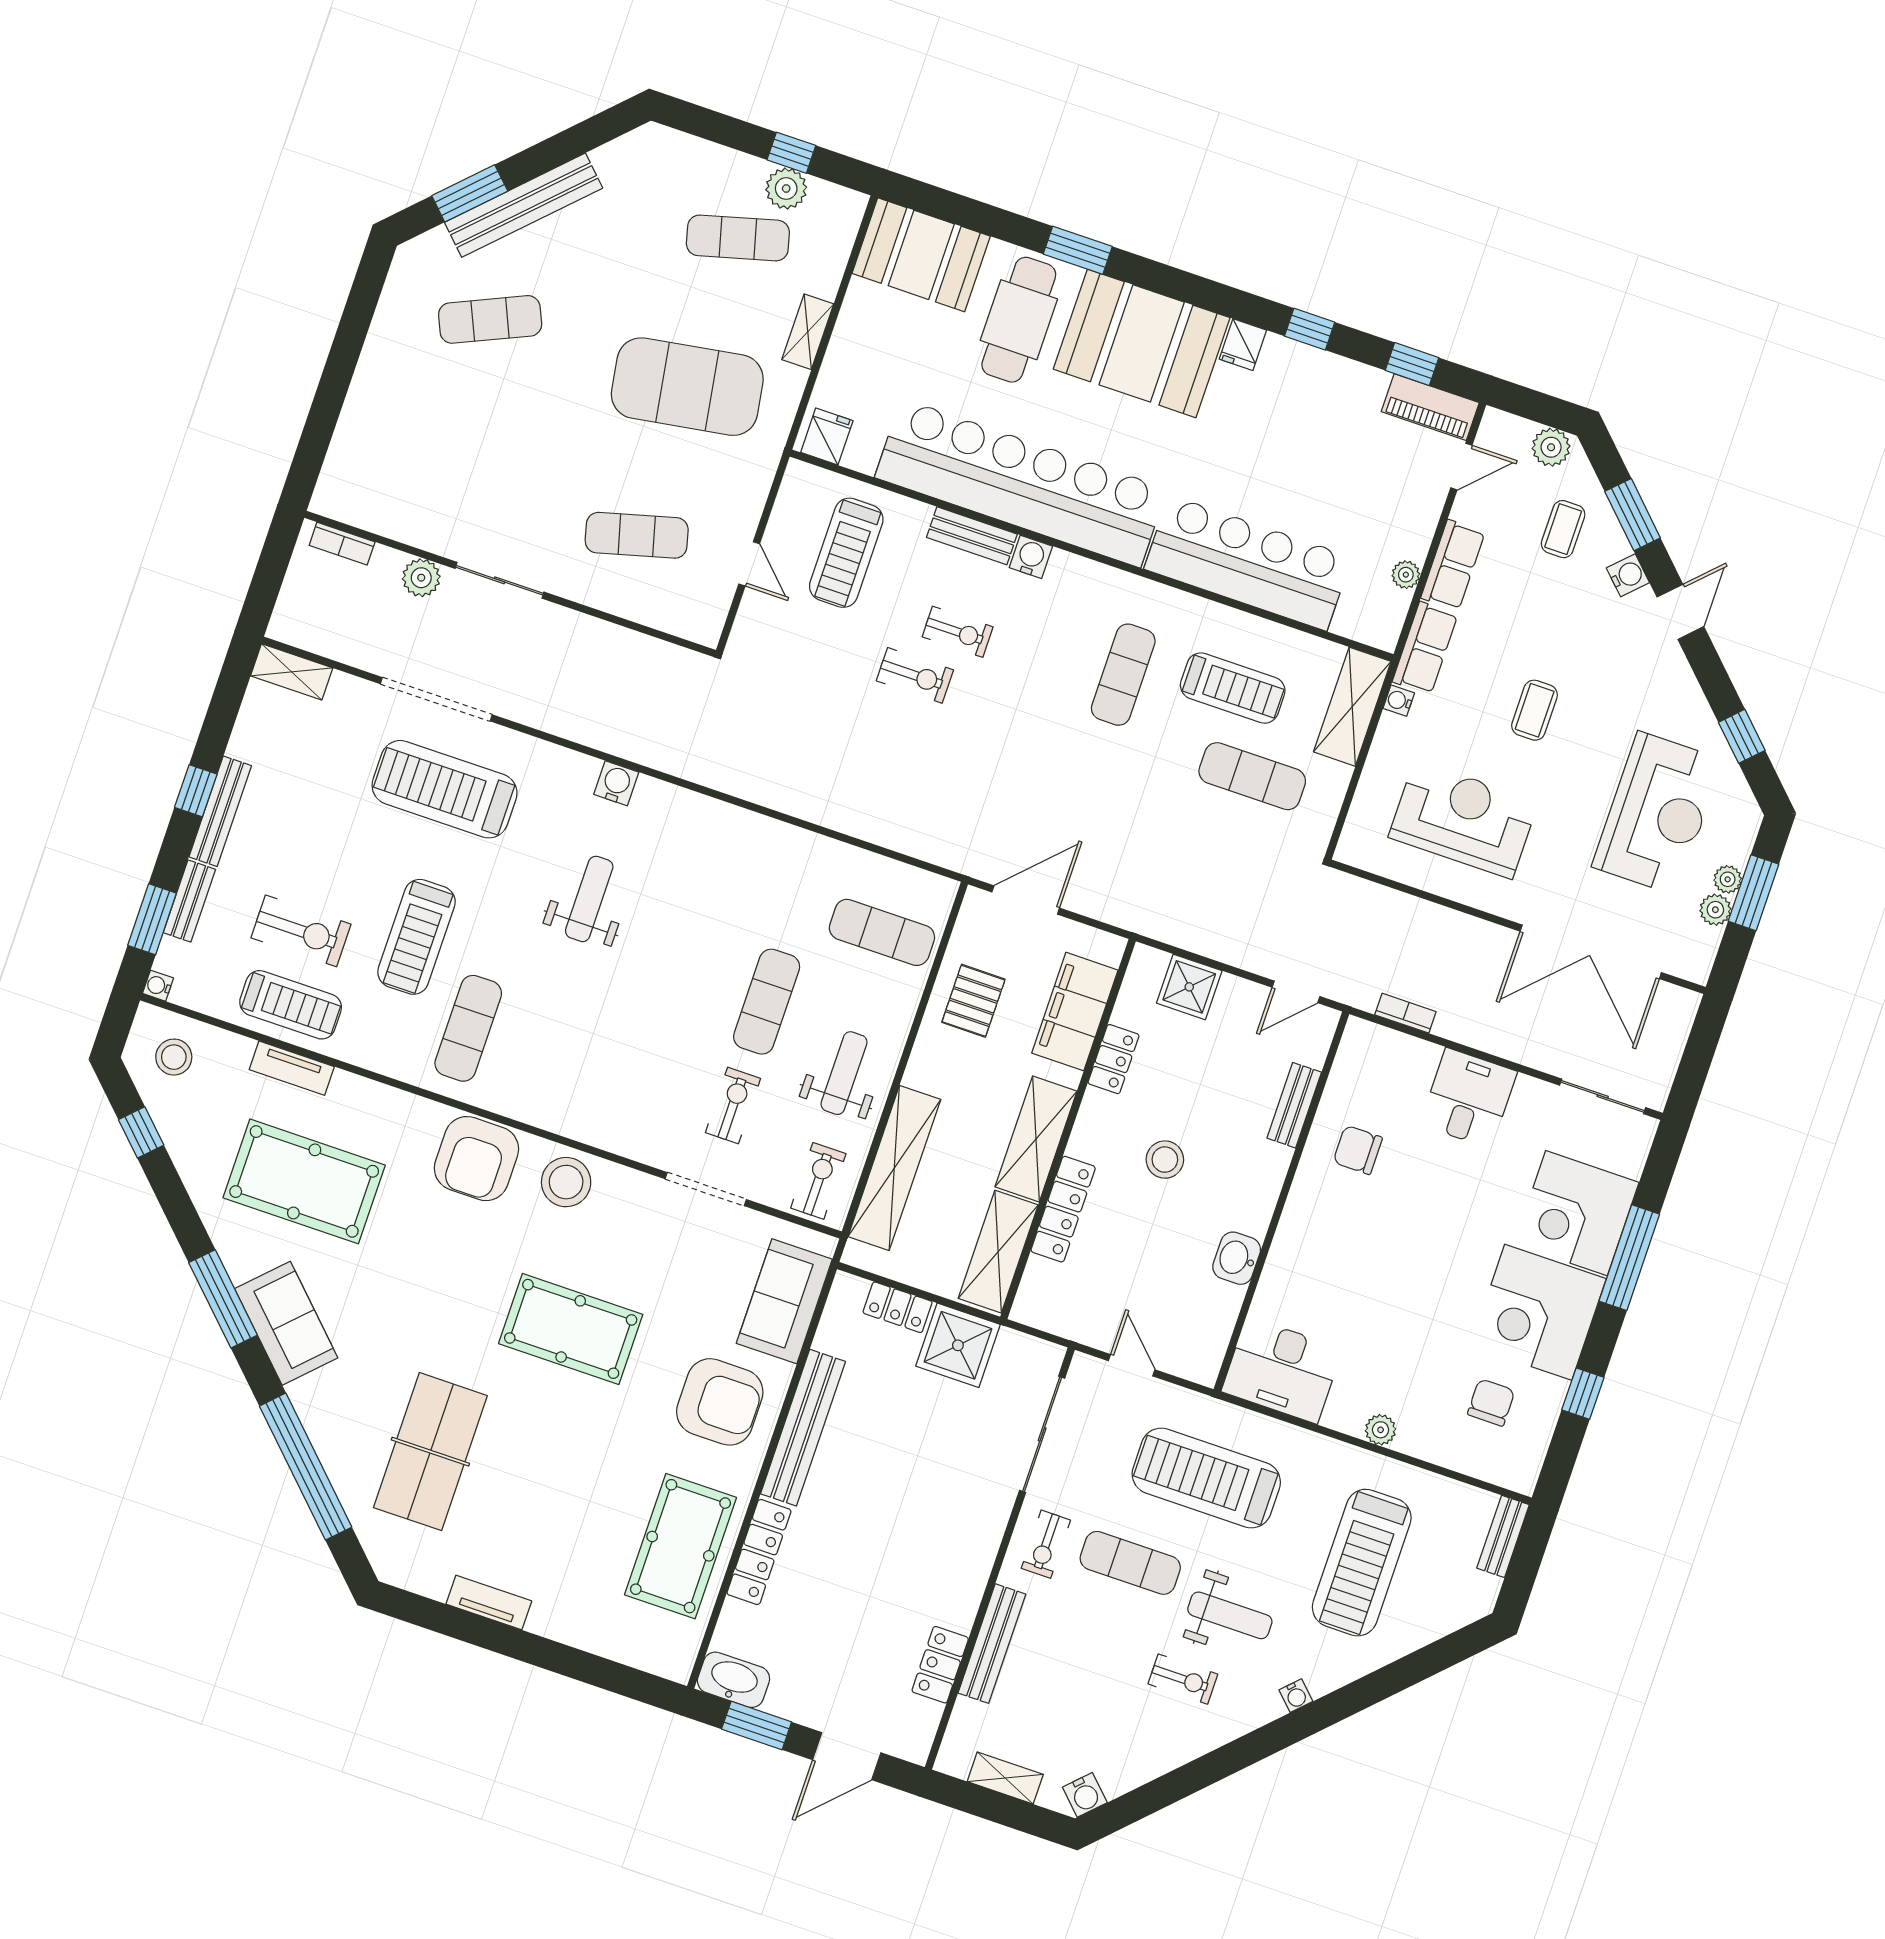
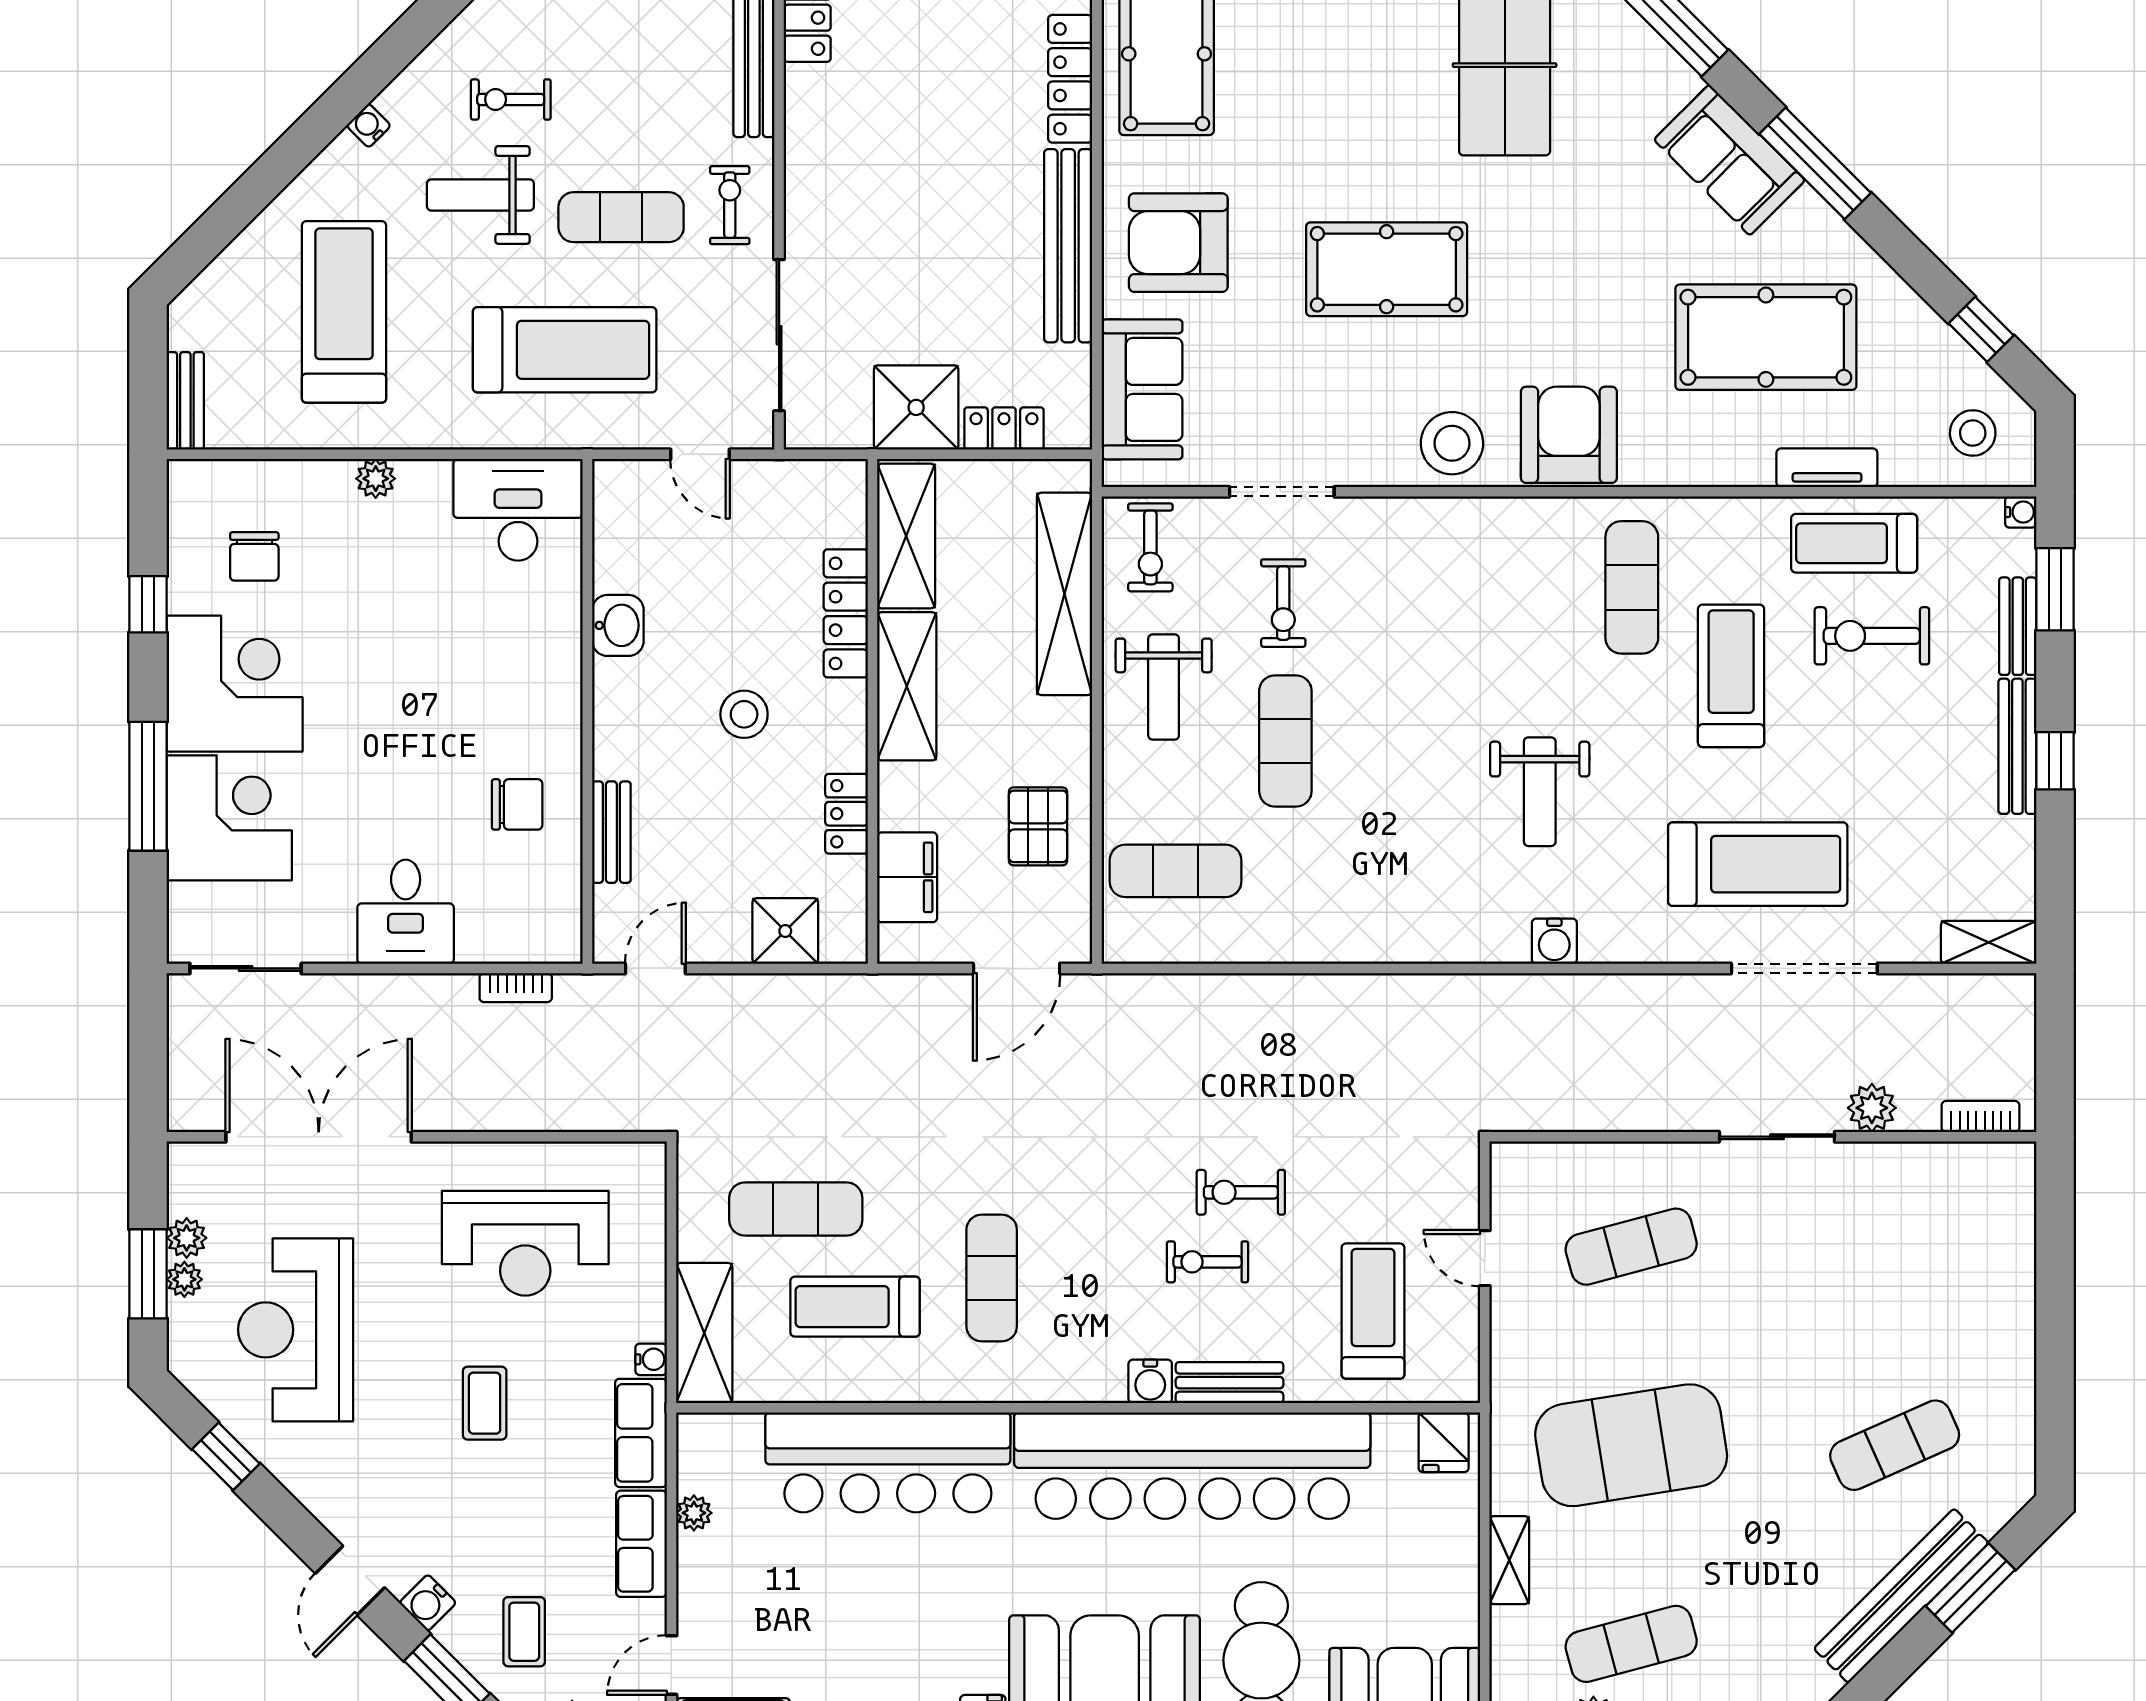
filing cabinet: (1075, 1012) -> (907, 877), width x0.67, depth x0.86

